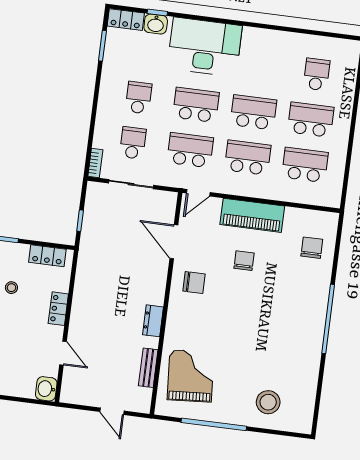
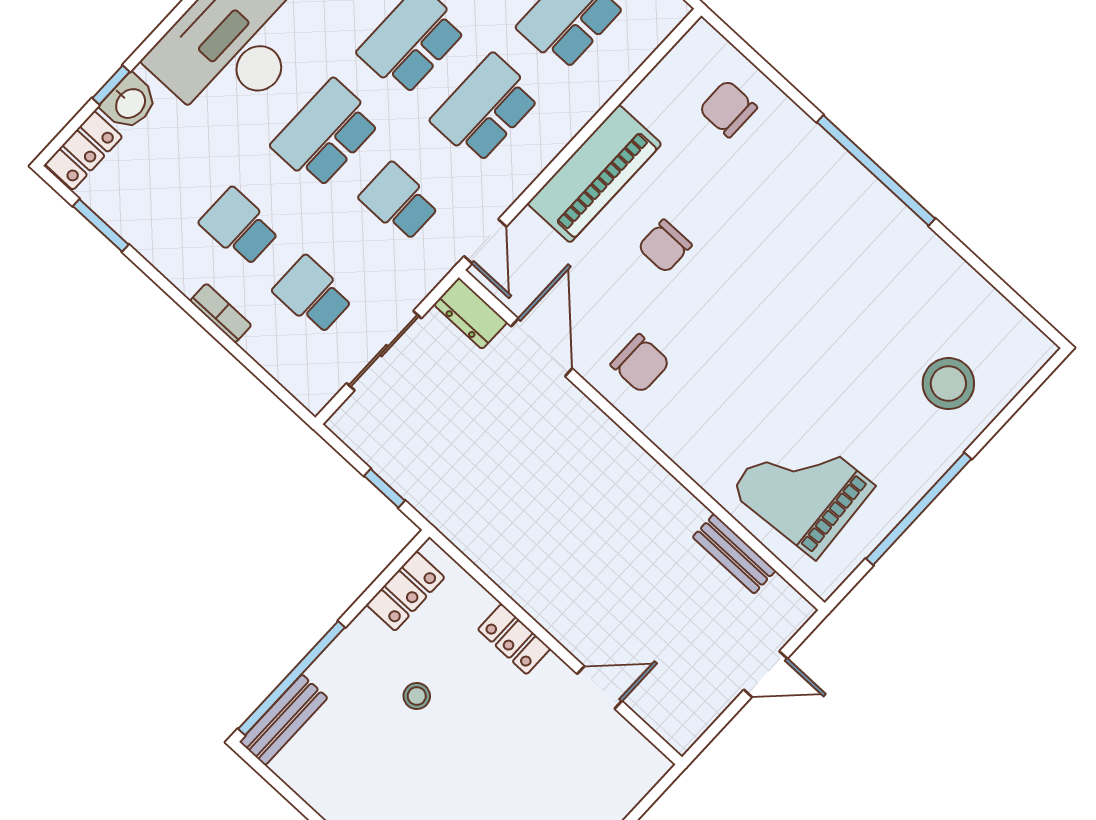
school desk: (190, 150) -> (399, 202), width x0.54
bookcase: (95, 163) -> (221, 313), moved
door: (174, 242) -> (542, 347), swing flipped
chair: (244, 261) -> (665, 246), turned -90
chair: (194, 283) -> (640, 364), turned 90
dresser: (153, 321) -> (470, 313), moved
washbasin: (46, 389) -> (642, 763), removed

